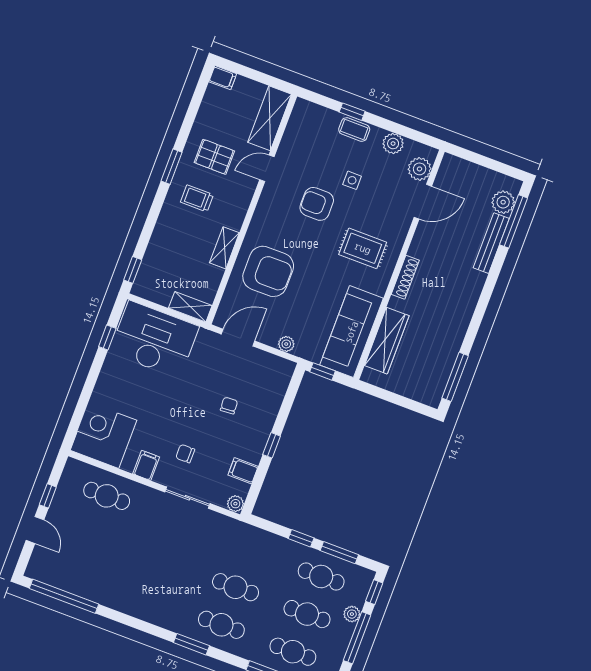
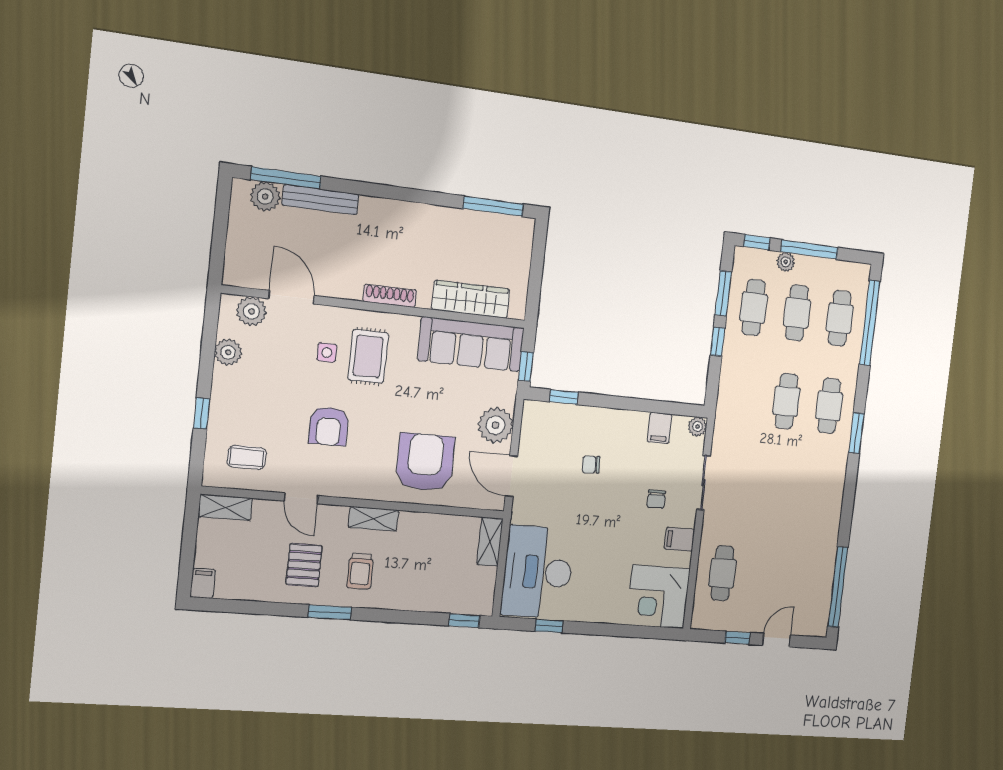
shelving: (270, 118) -> (225, 507), width x0.67, depth x0.75
coffee table: (354, 130) -> (247, 457), moved, turned 90
side table: (352, 180) -> (327, 353), moved
shelving: (224, 248) -> (373, 519), moved
plant: (286, 344) -> (496, 425), width x1.88, depth x1.88
window: (272, 445) -> (564, 397), moved

